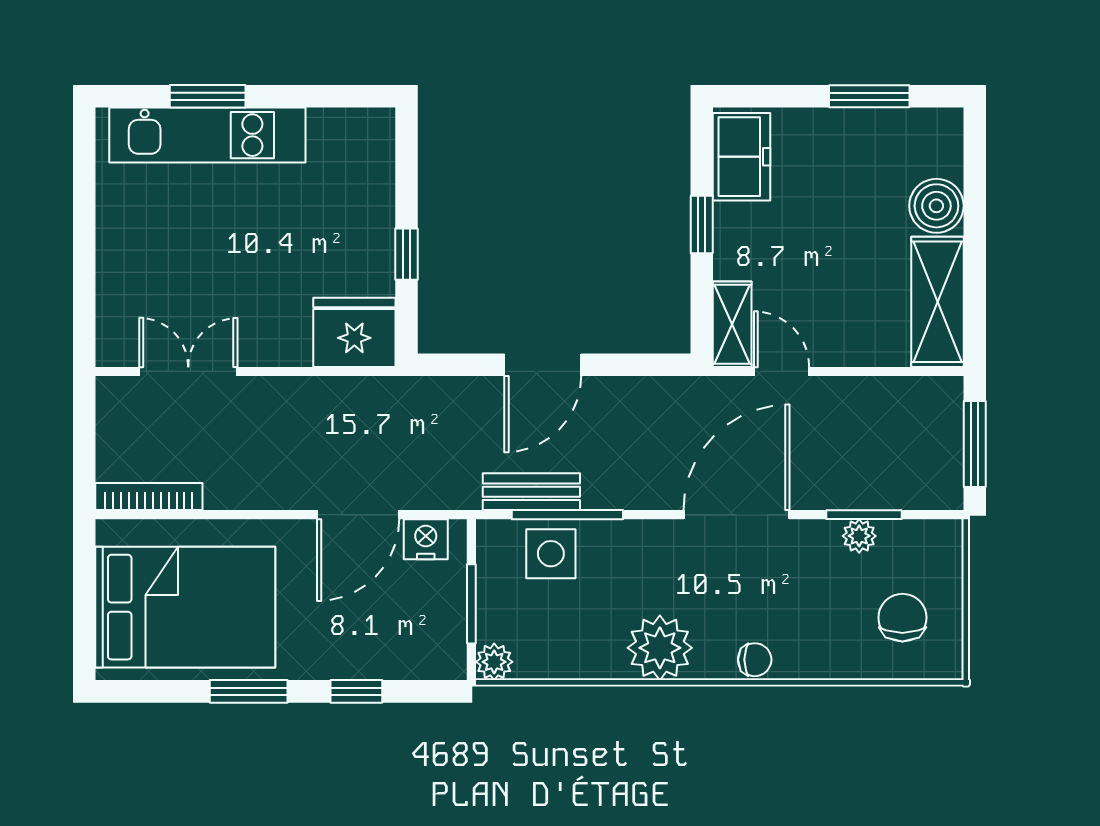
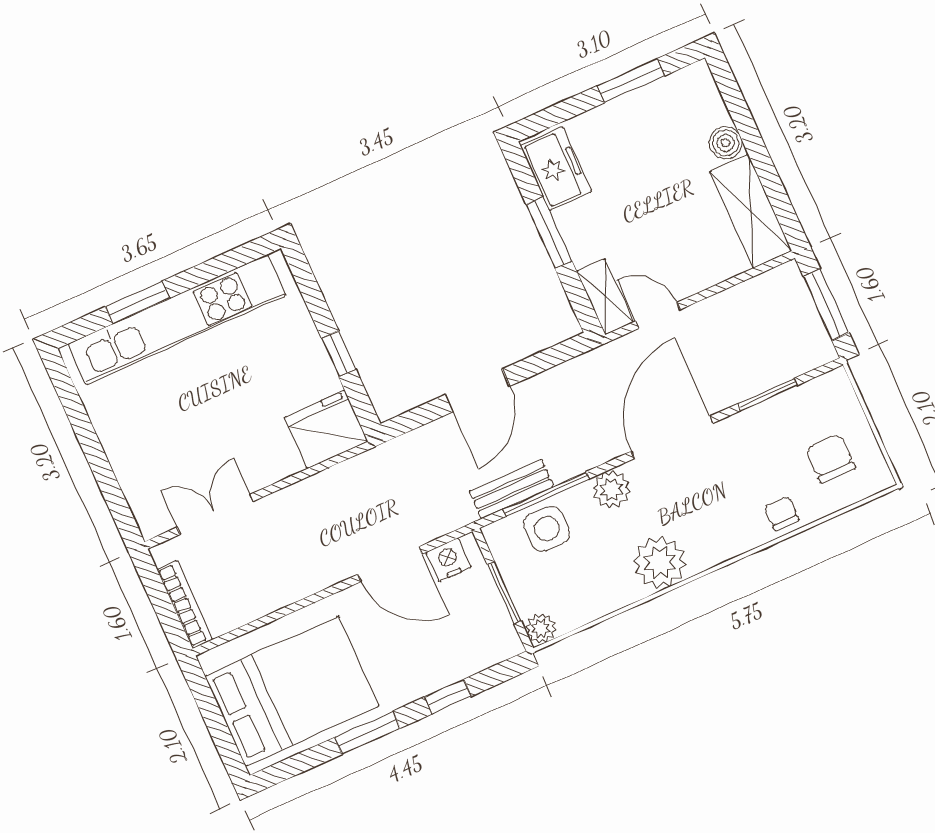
kitchen unit: (207, 135) -> (177, 320), width x1.36
boiler: (936, 206) -> (726, 143), width x0.73, depth x0.73
window: (702, 225) -> (549, 233), width x1.50
bookcase: (149, 497) -> (185, 604), moved, turned 90
door: (358, 515) -> (390, 564), hinge flipped
plant: (859, 536) -> (611, 489), moved, width x1.38, depth x1.38
chair: (755, 660) -> (782, 513), moved, turned -90

